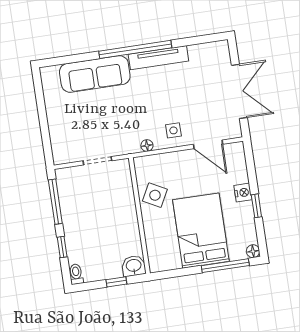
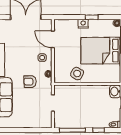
armchair: (129, 116) -> (30, 82), added
door: (208, 144) -> (53, 39), swing flipped

